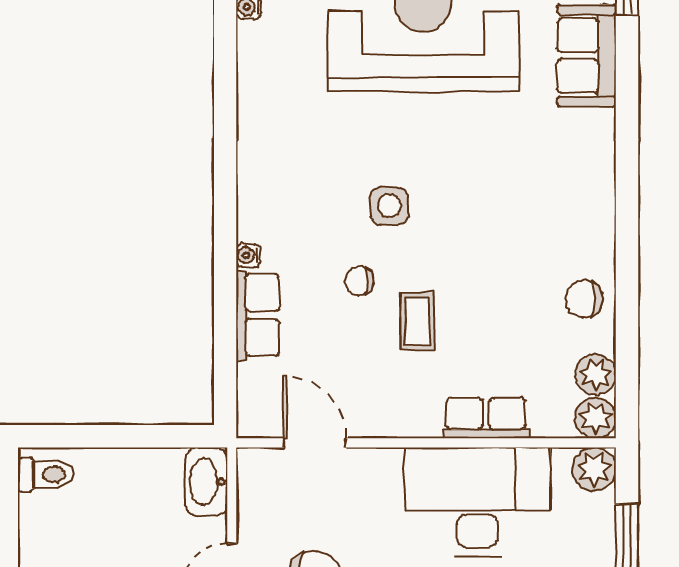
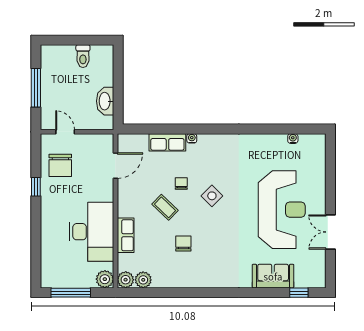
side table: (389, 206) -> (212, 196), turned 45
chair: (584, 299) -> (183, 244), moved
coffee table: (418, 321) -> (165, 207), turned 44
toilet: (46, 474) -> (83, 56), moved
washbasin: (206, 482) -> (105, 101), moved, turned -90

